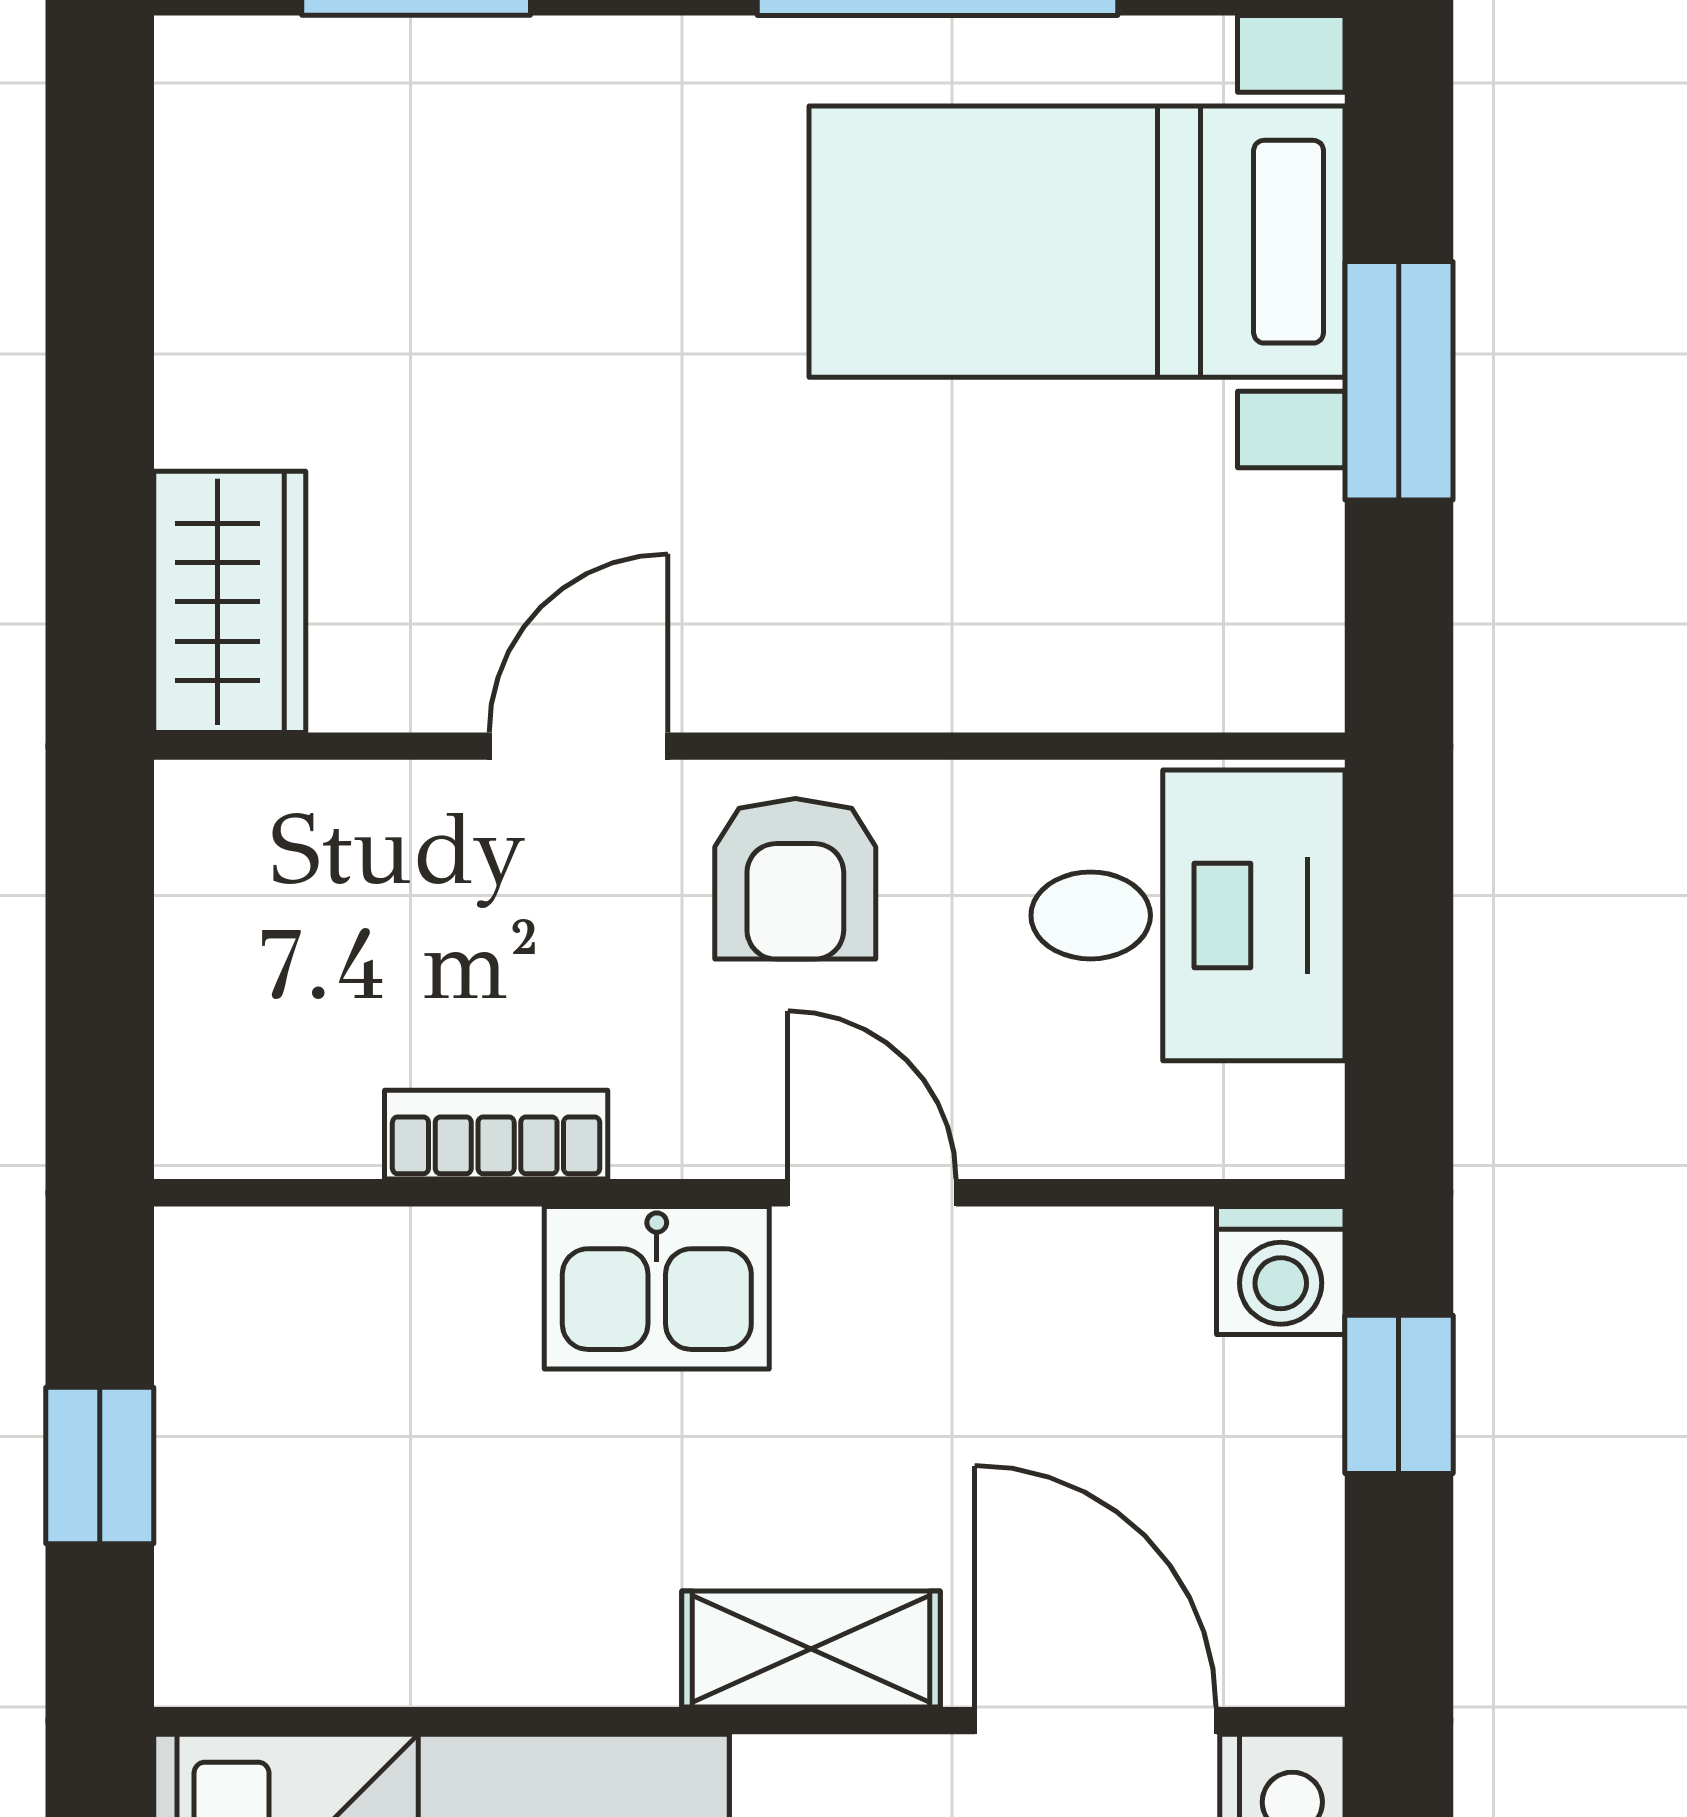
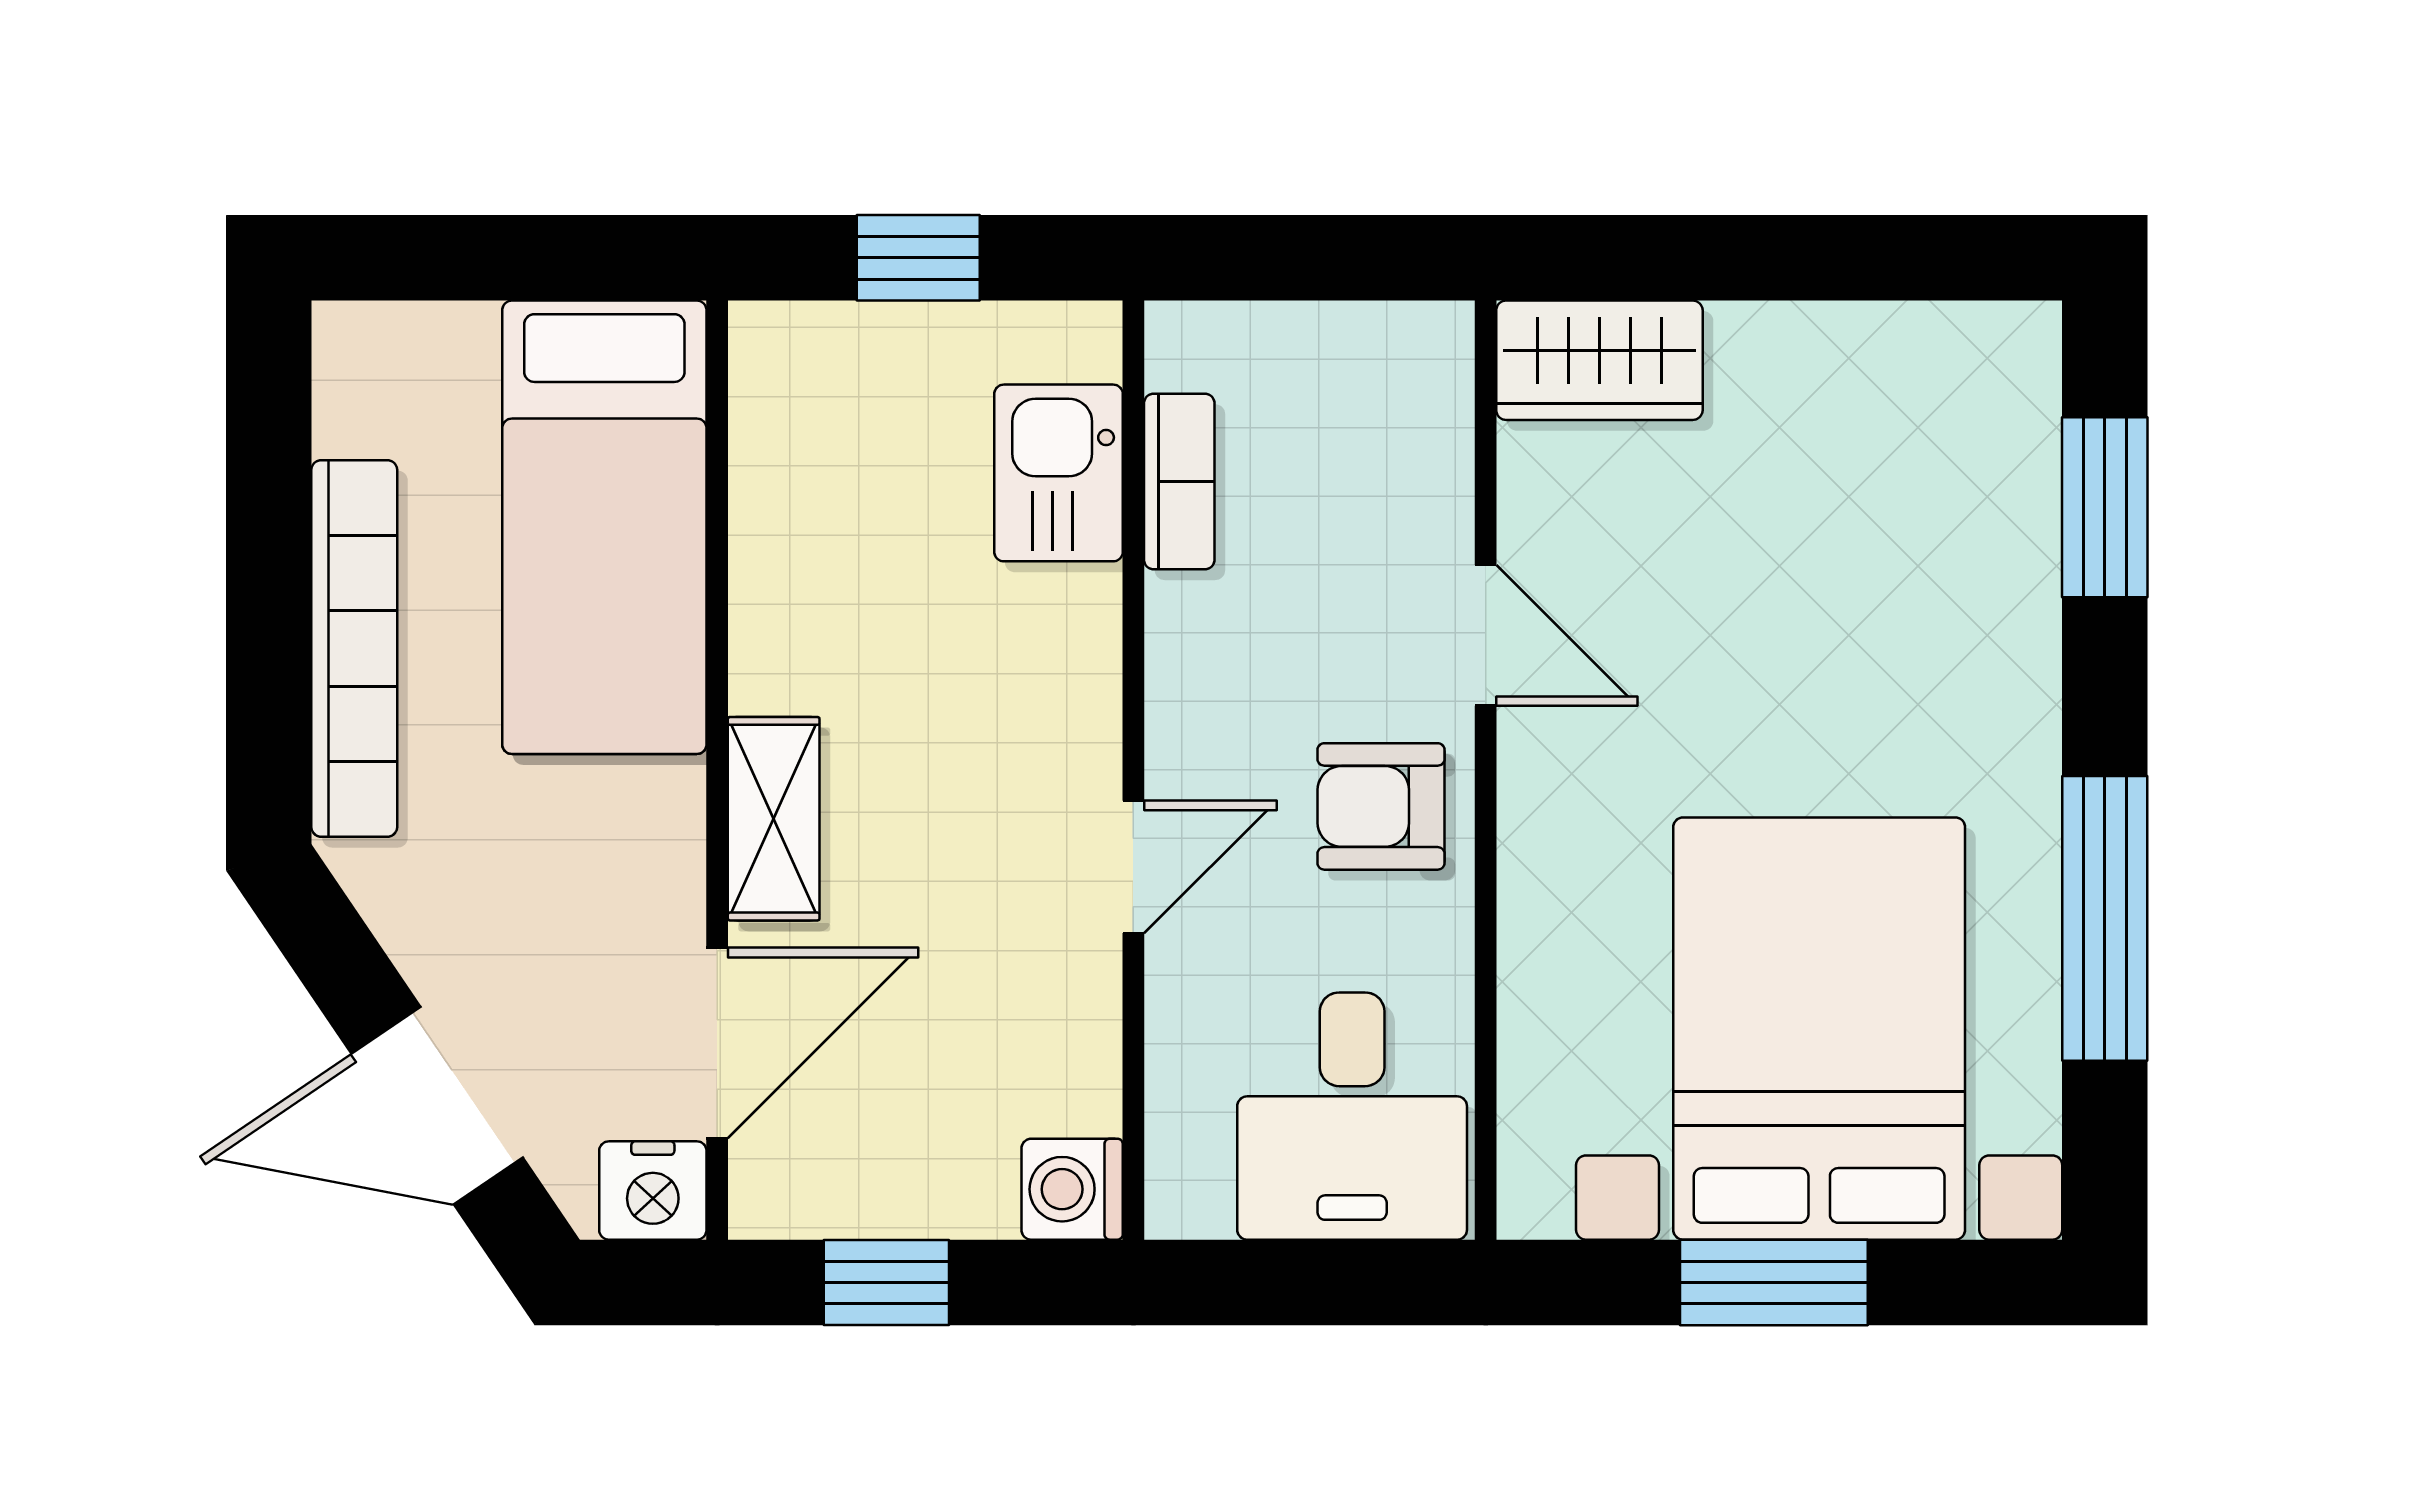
bed with nightstands: (1077, 242) -> (1819, 1029), width x1.36
bookcase: (496, 1135) -> (1179, 482), moved
kitchen sink: (657, 1288) -> (1059, 473), moved
window: (1399, 1394) -> (886, 1282), moved

